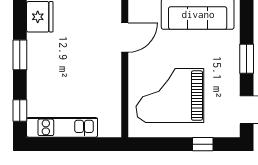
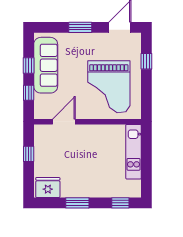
door: (125, 38) -> (64, 122), hinge flipped
kitchen unit: (62, 127) -> (134, 152), moved

